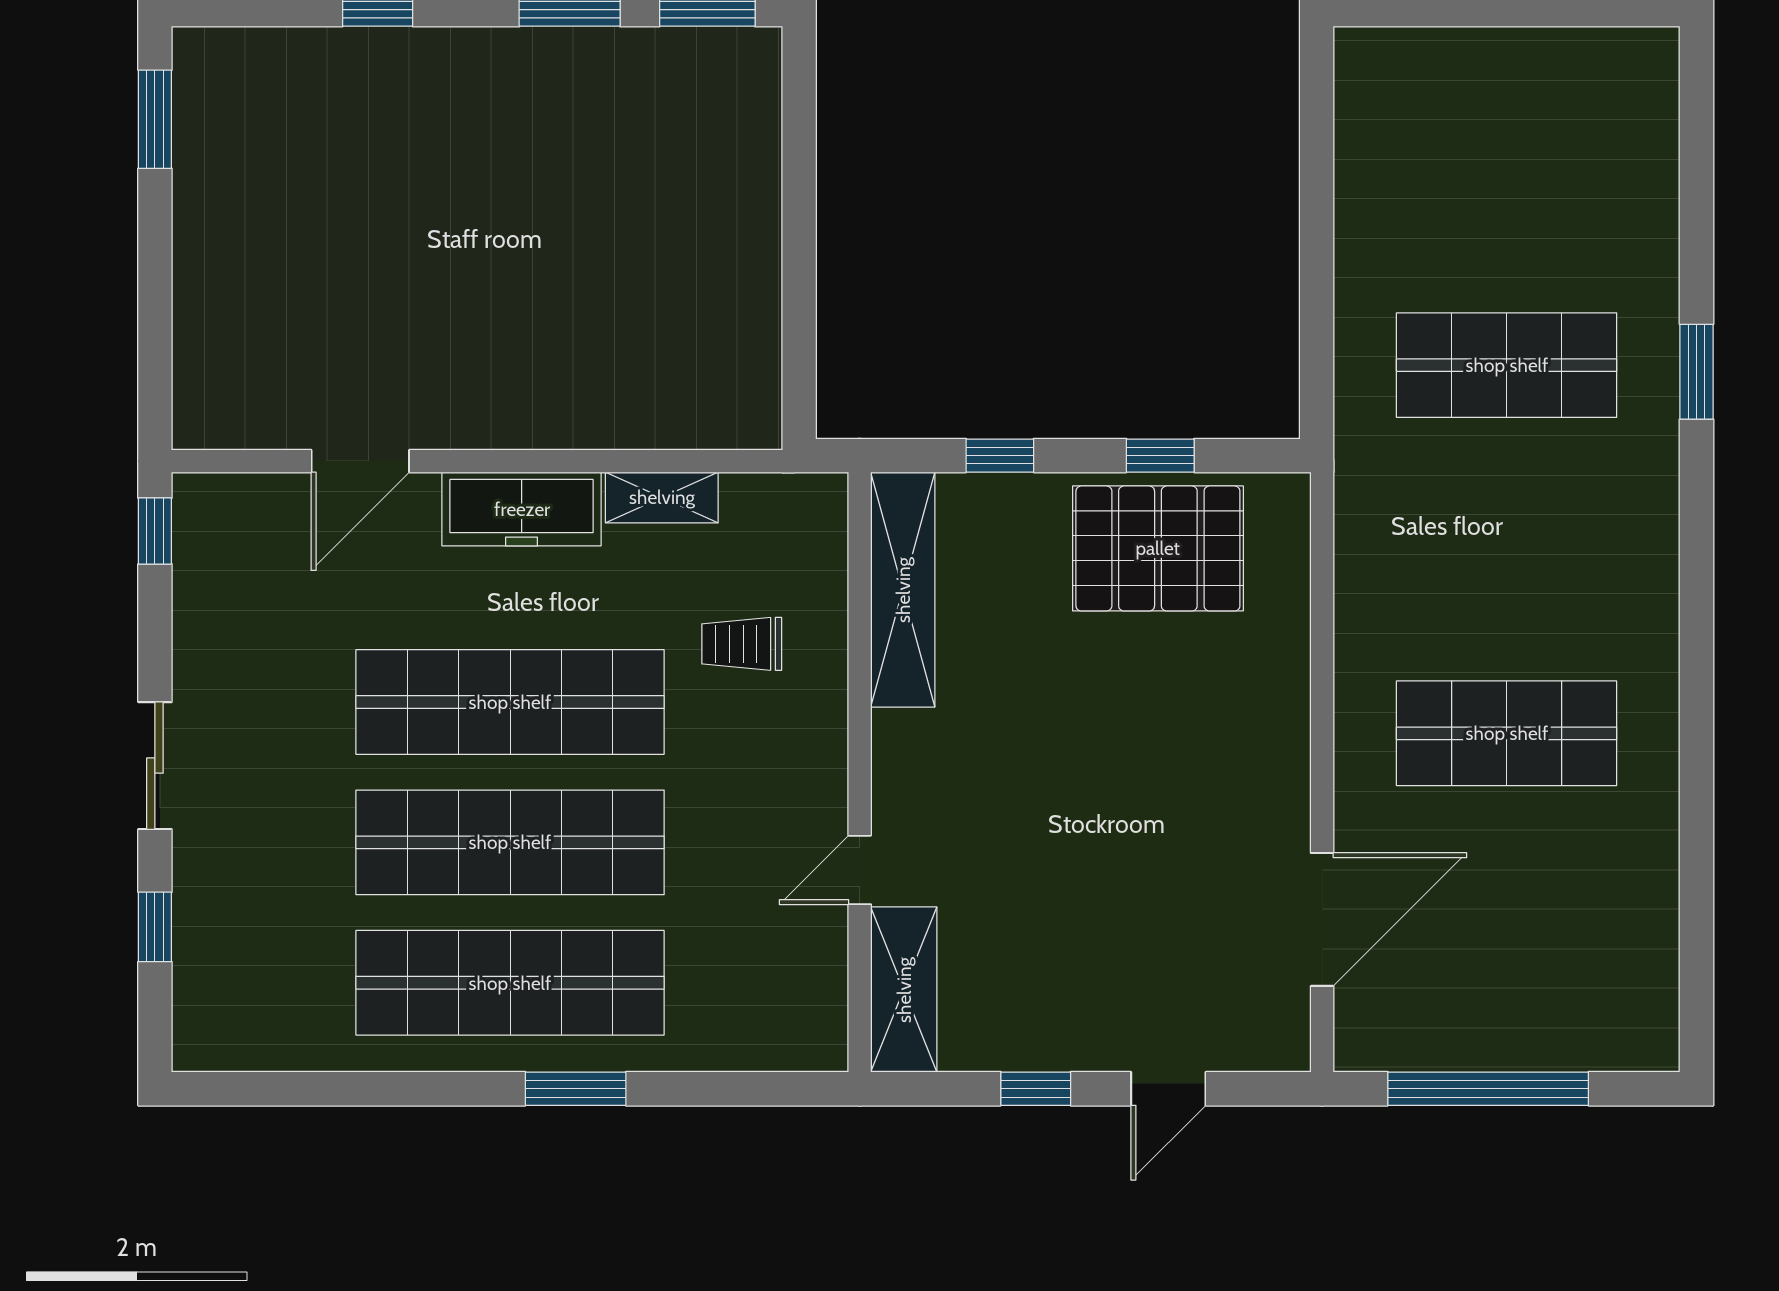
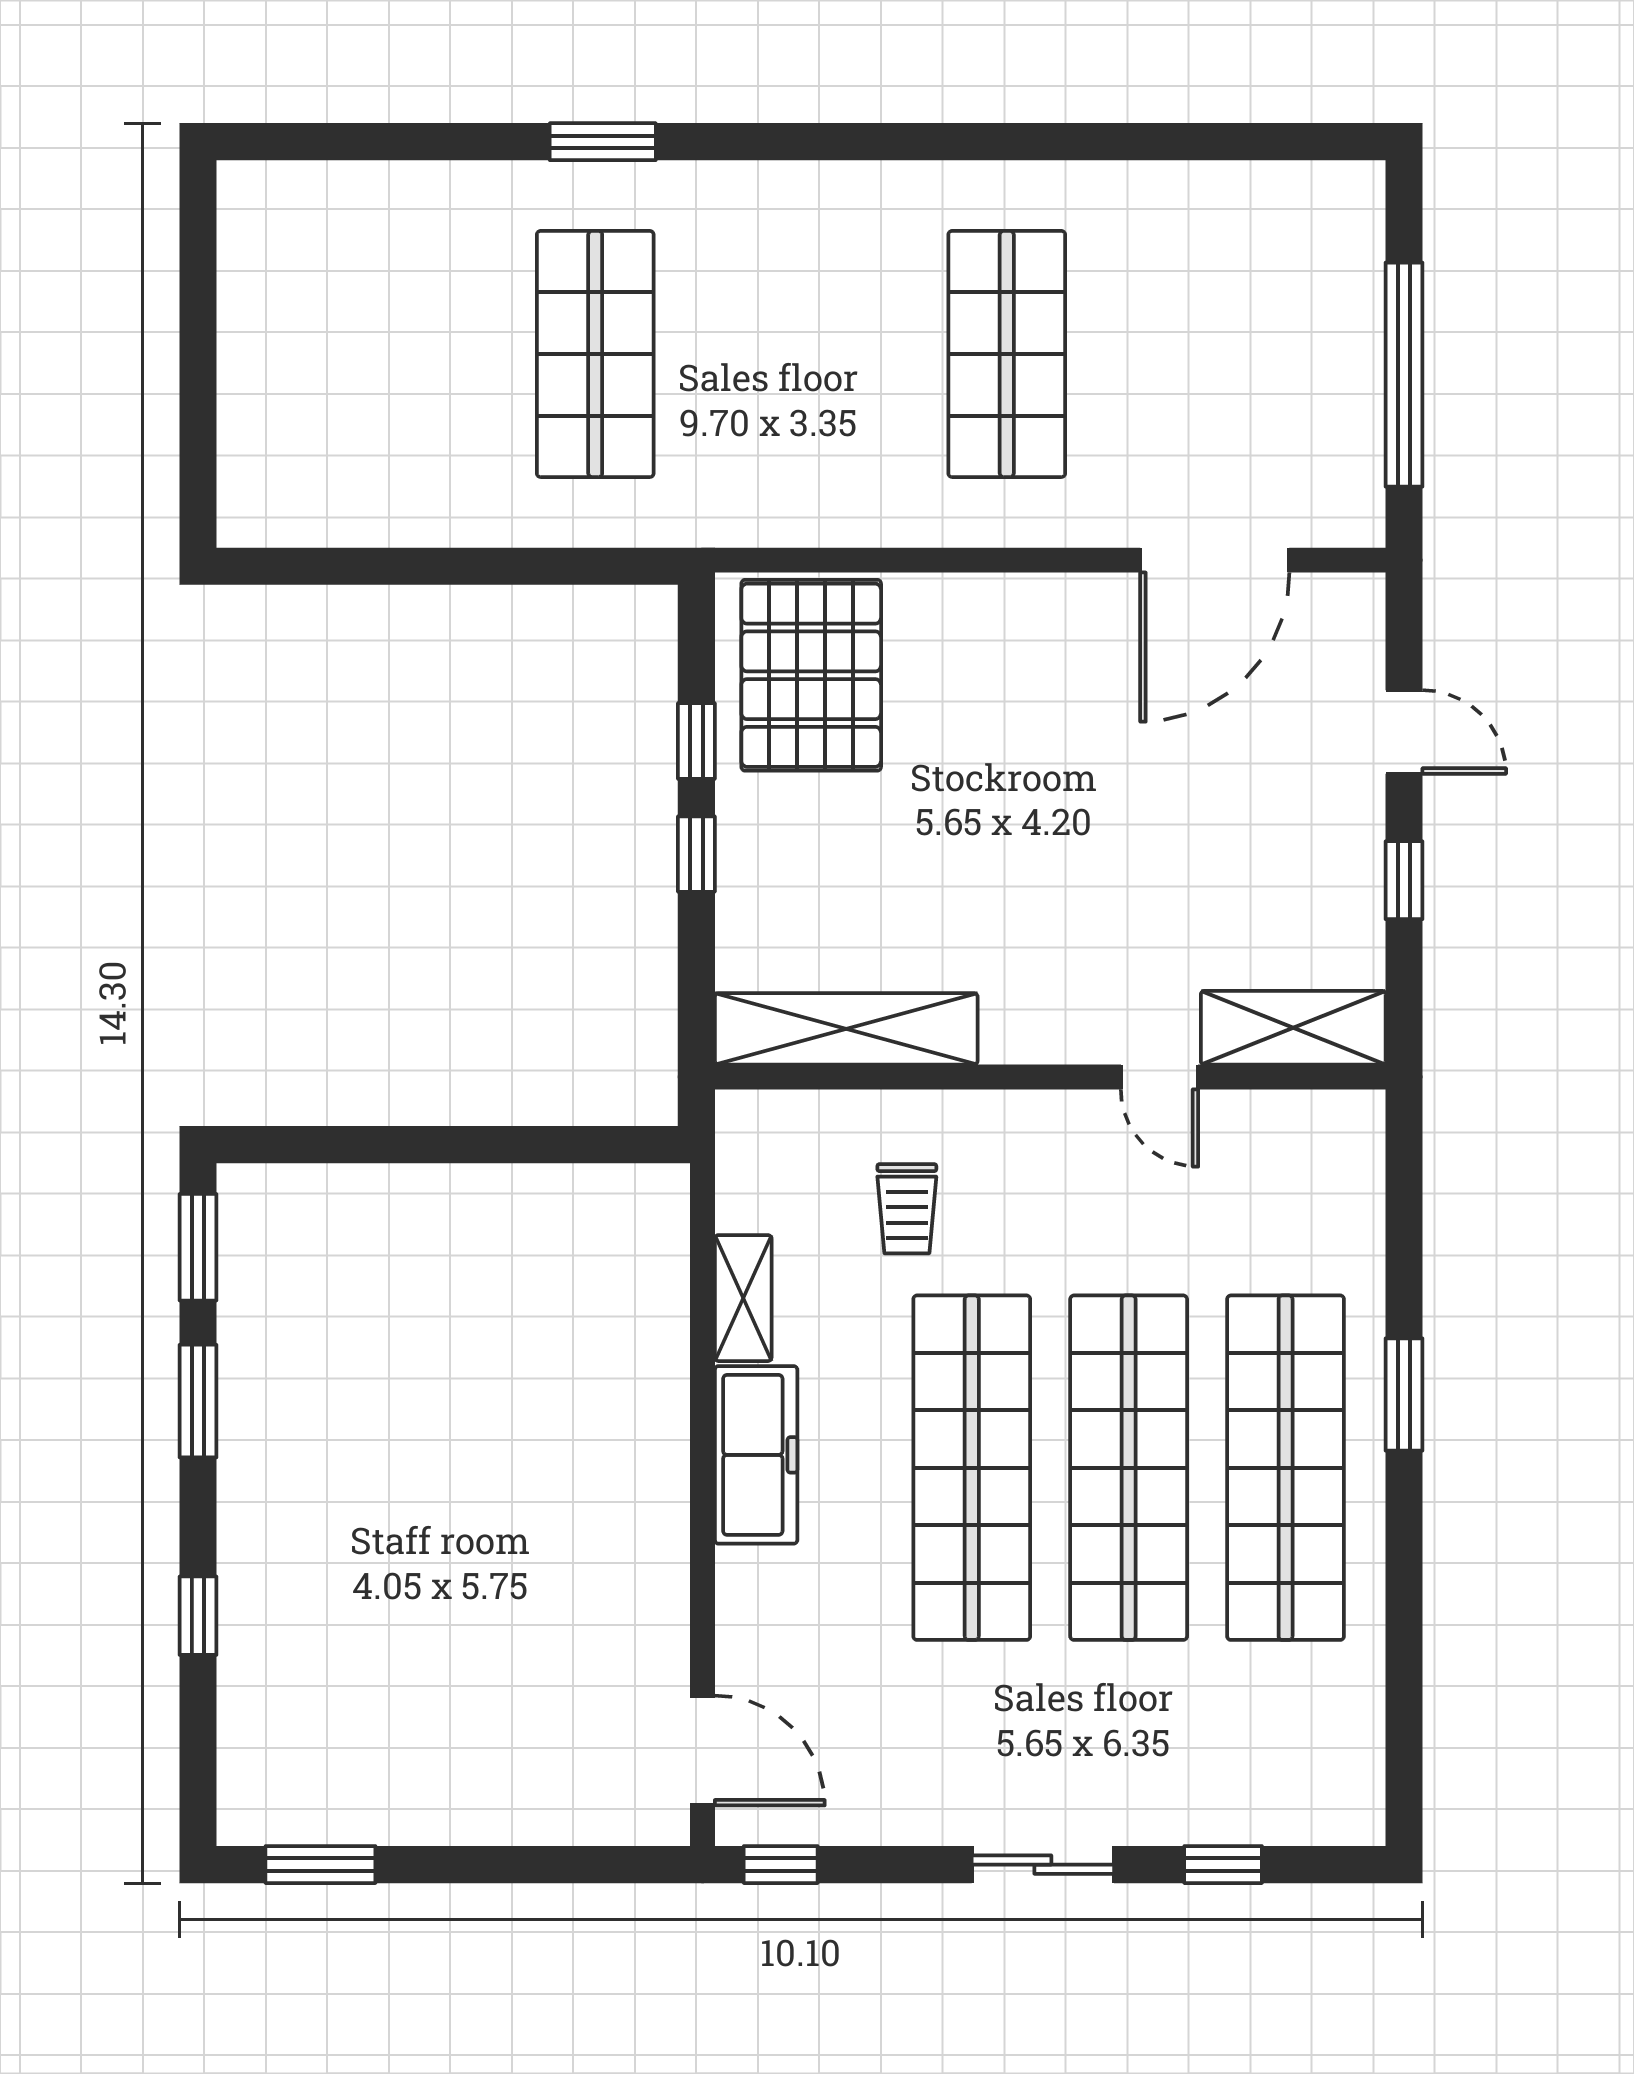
window: (1000, 456) -> (696, 854), moved
door: (360, 461) -> (703, 1751), moved
pallet: (1158, 548) -> (811, 675), moved
door: (1322, 919) -> (1215, 560), swing flipped

